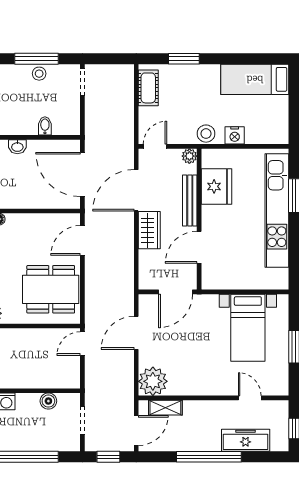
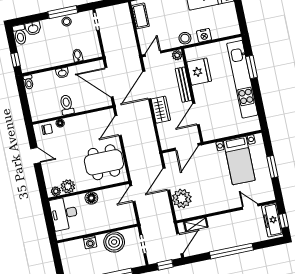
toilet: (14, 195) -> (67, 105), added
floor lamp: (22, 337) -> (91, 198), added
plant: (153, 381) -> (182, 199), moved
boiler: (48, 401) -> (114, 242), width x1.86, depth x1.86
freezer: (246, 440) -> (272, 220), moved, turned -90

